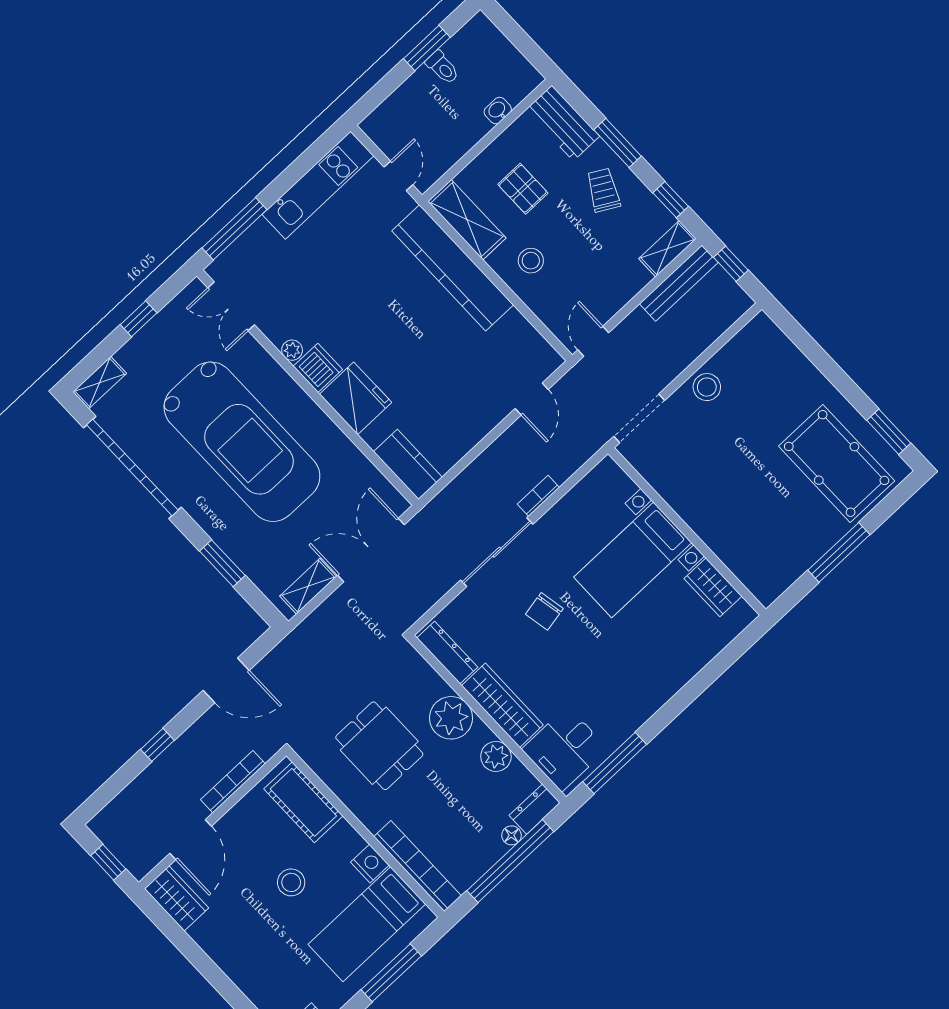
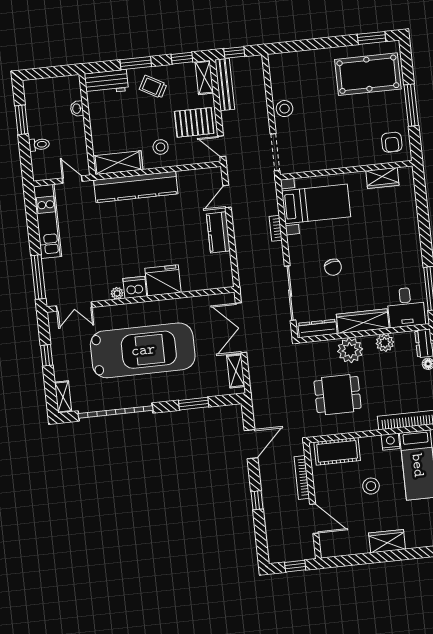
toilet: (442, 68) -> (39, 145), moved
pallet: (523, 189) -> (194, 122), moved, width x1.50, depth x1.42
door: (532, 399) -> (227, 197), swing flipped
kitchen counter: (408, 464) -> (218, 232), moved, turned -90
sliding door: (497, 552) -> (290, 293), moved
bed with nightstands: (633, 560) -> (316, 204), moved, turned -90
armchair: (770, 564) -> (392, 142), added
wardrobe: (177, 898) -> (387, 541), moved

